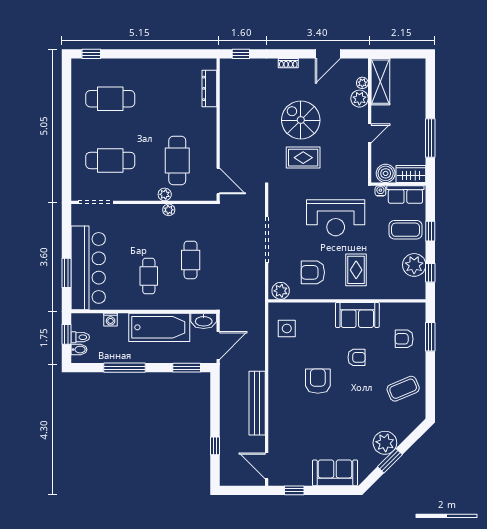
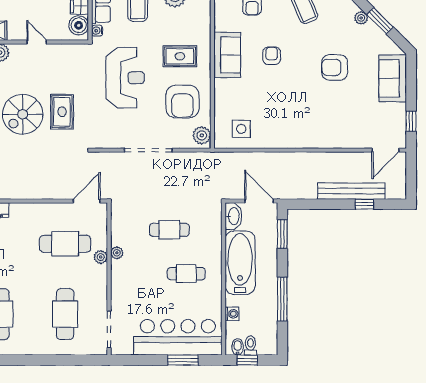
armchair: (313, 272) -> (182, 102), width x1.36, depth x1.36
bidet: (79, 350) -> (238, 347), moved
armchair: (318, 381) -> (335, 67), moved
bench: (257, 403) -> (351, 191), moved
plant: (385, 443) -> (361, 18), width x0.53, depth x0.53

